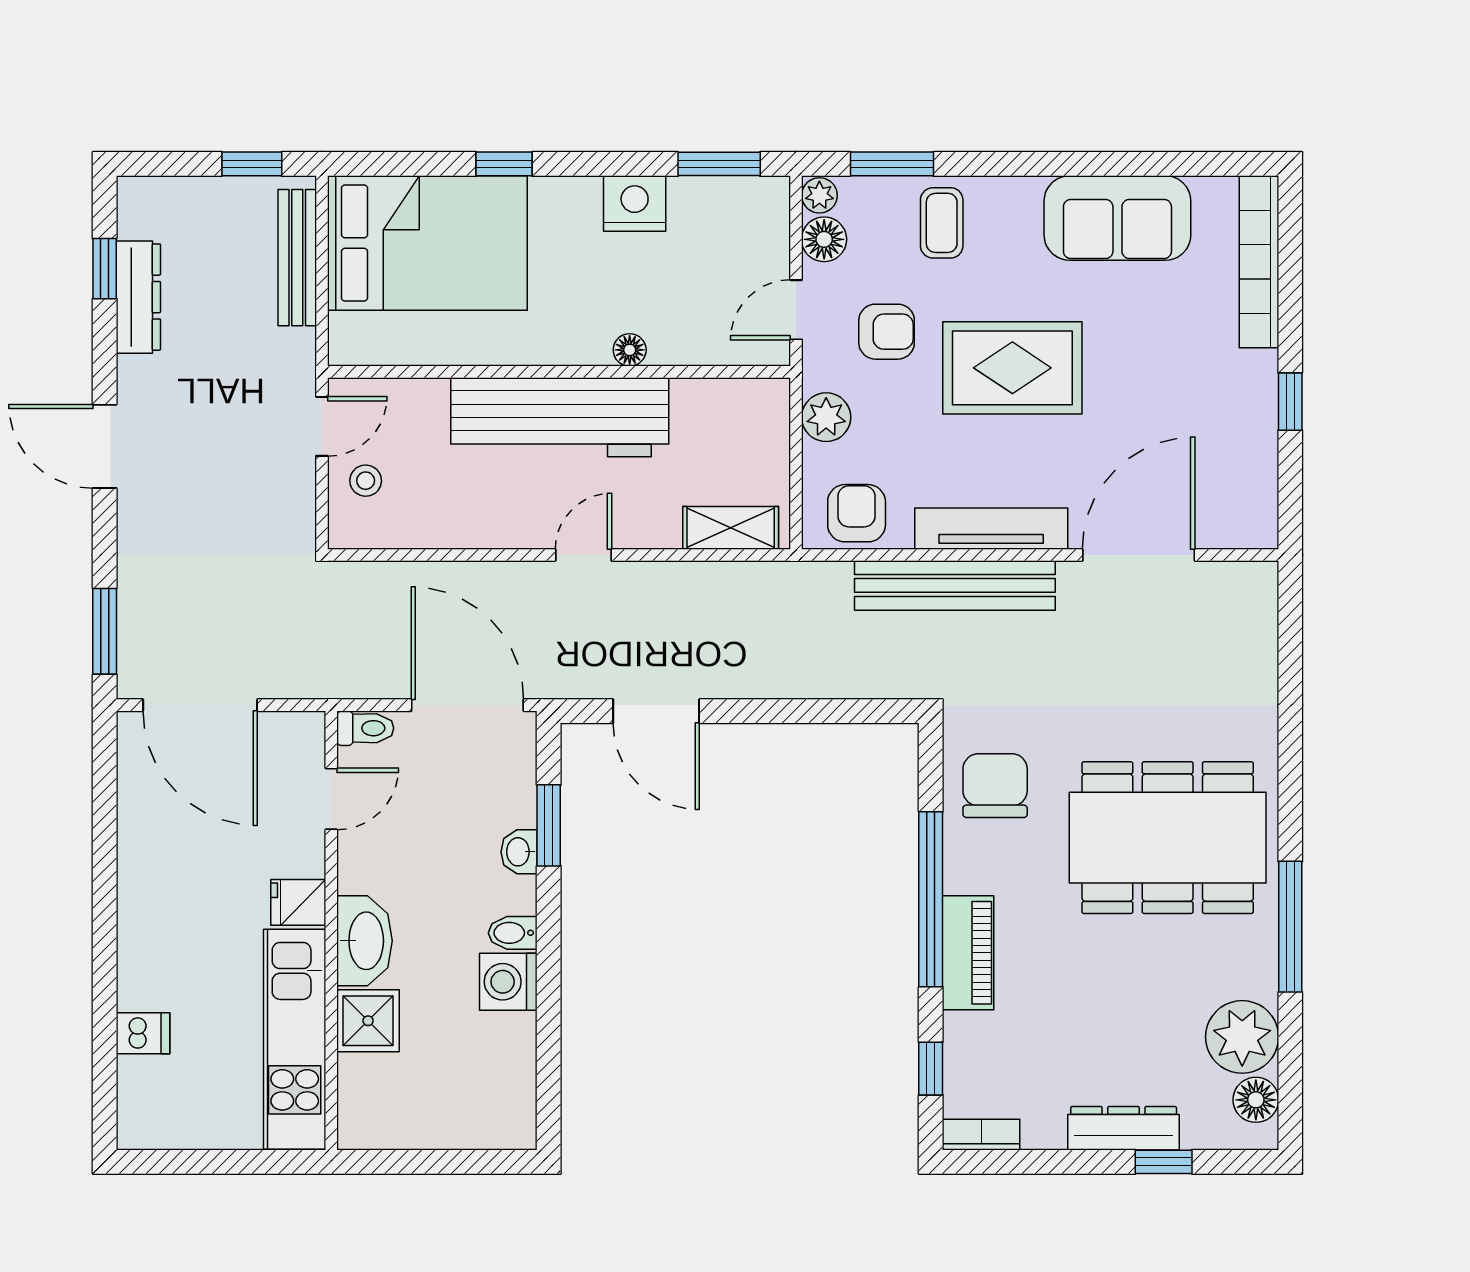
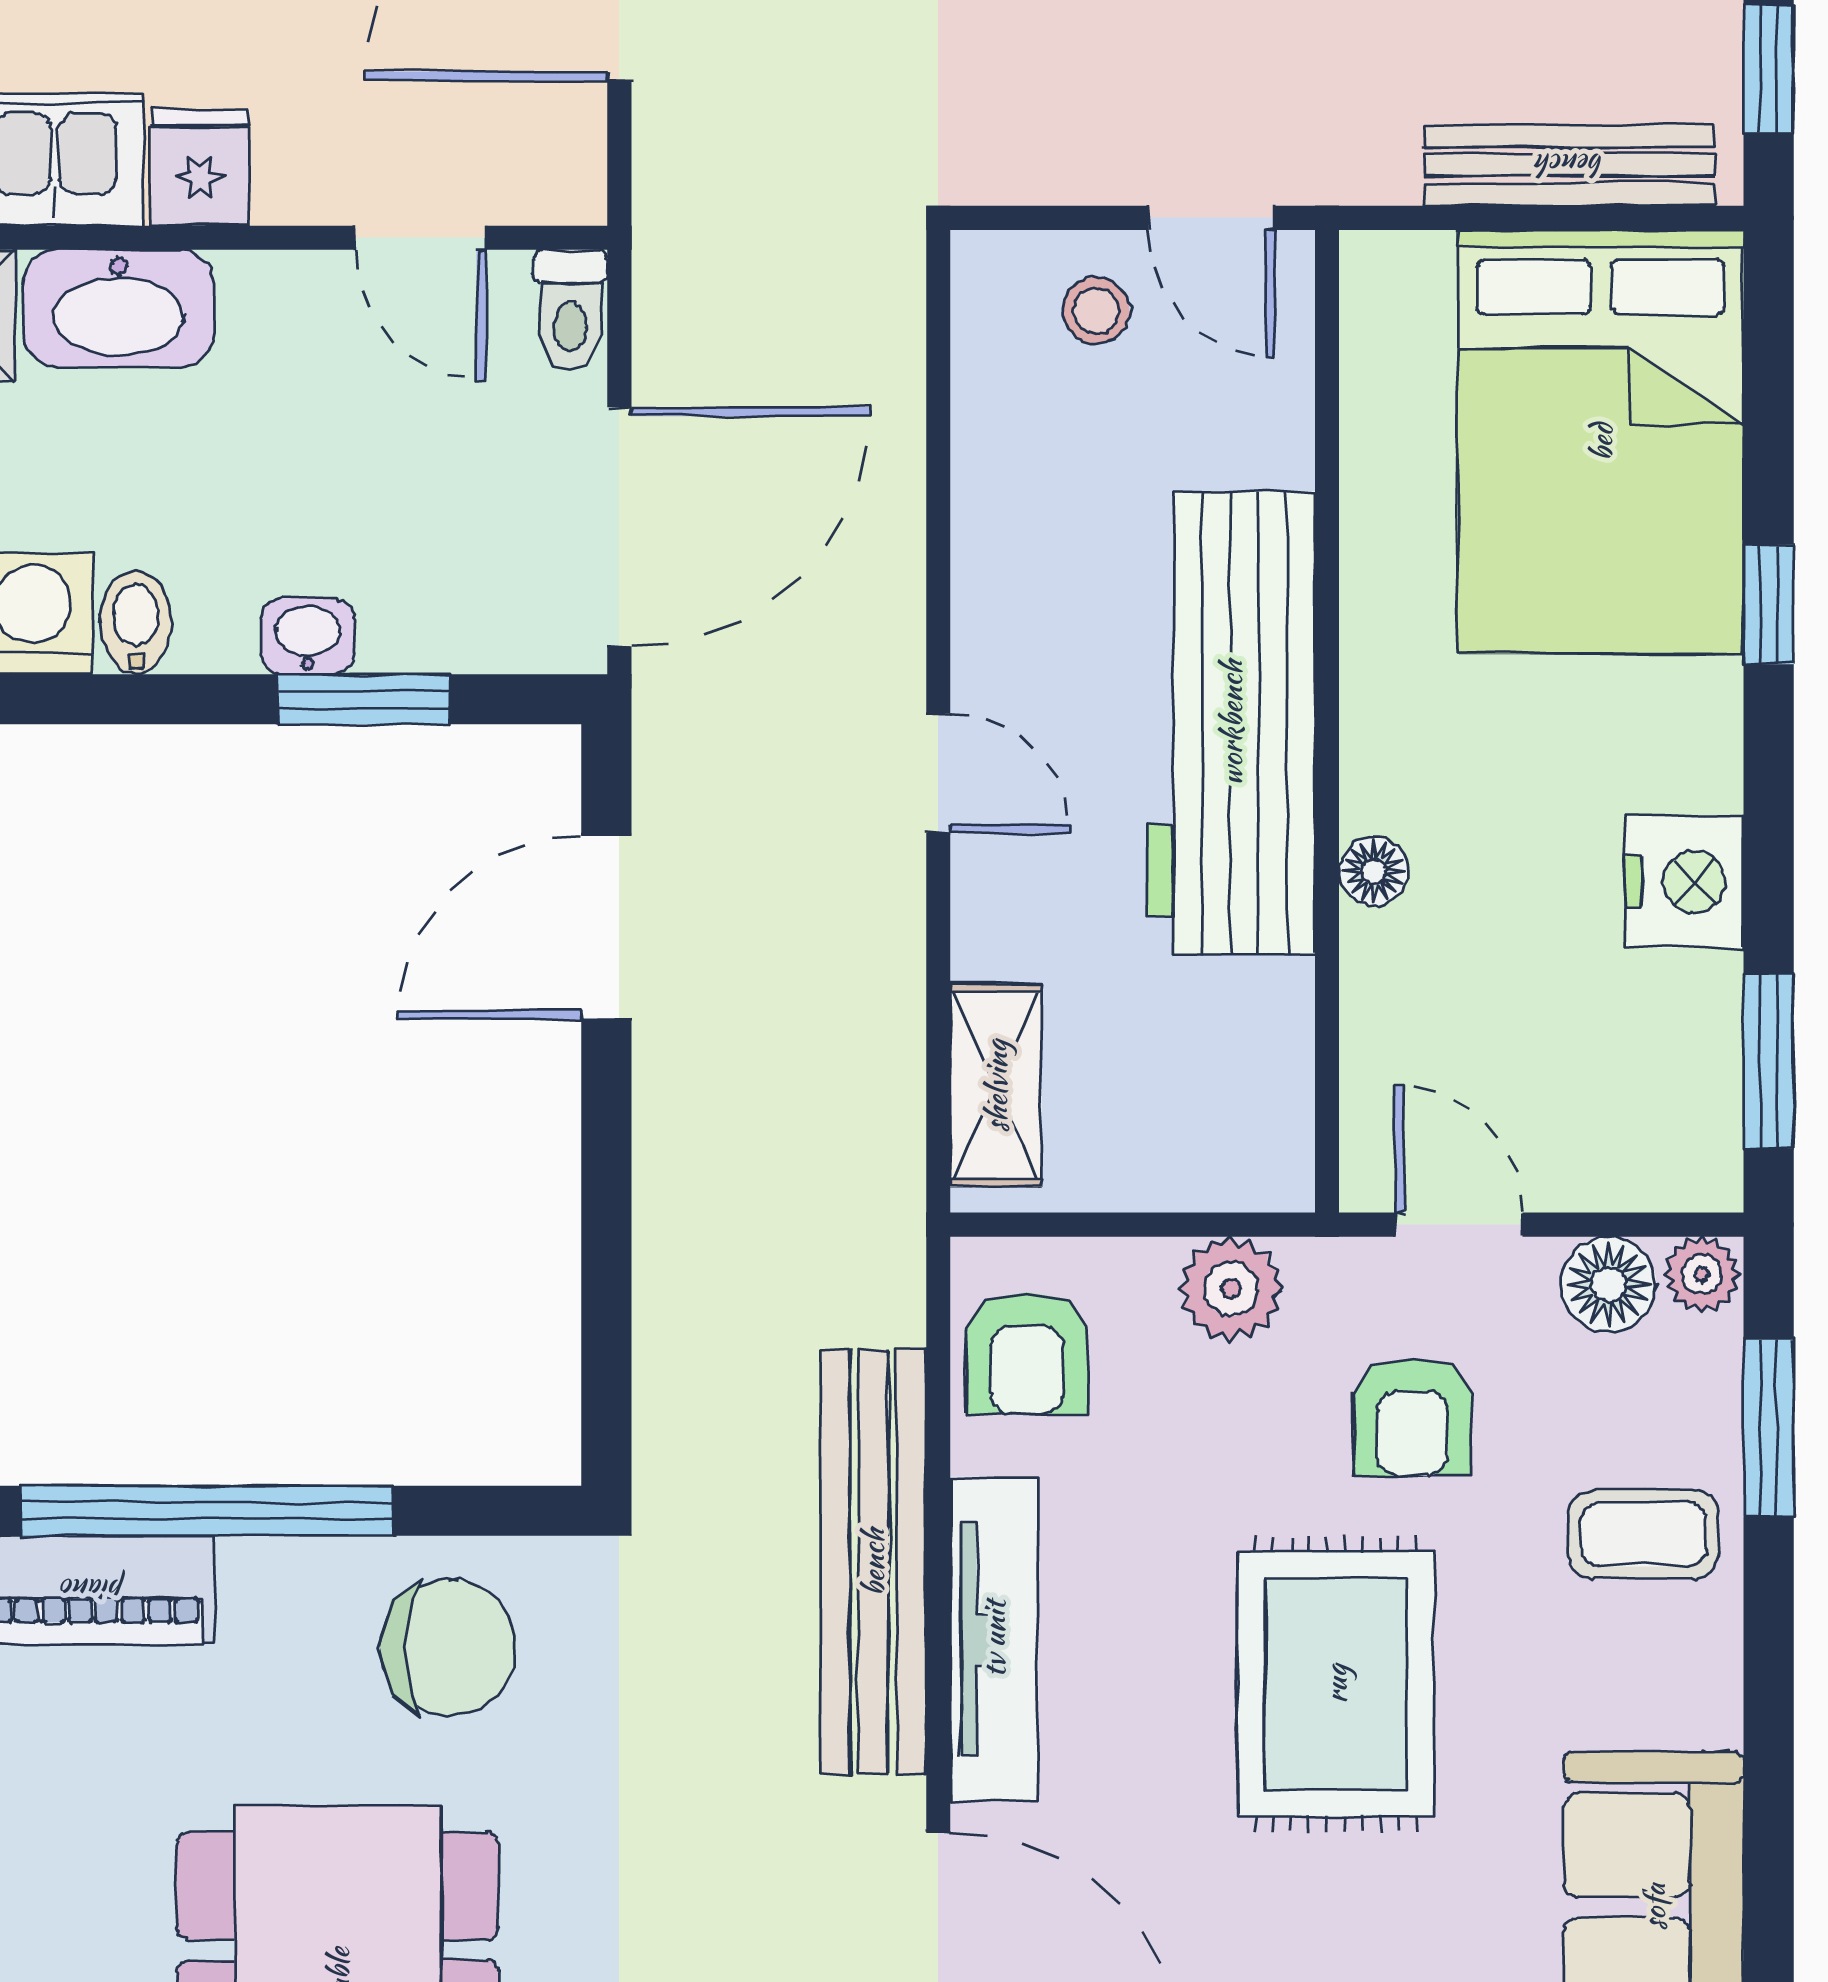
armchair: (857, 513) -> (1027, 1353), turned 90

